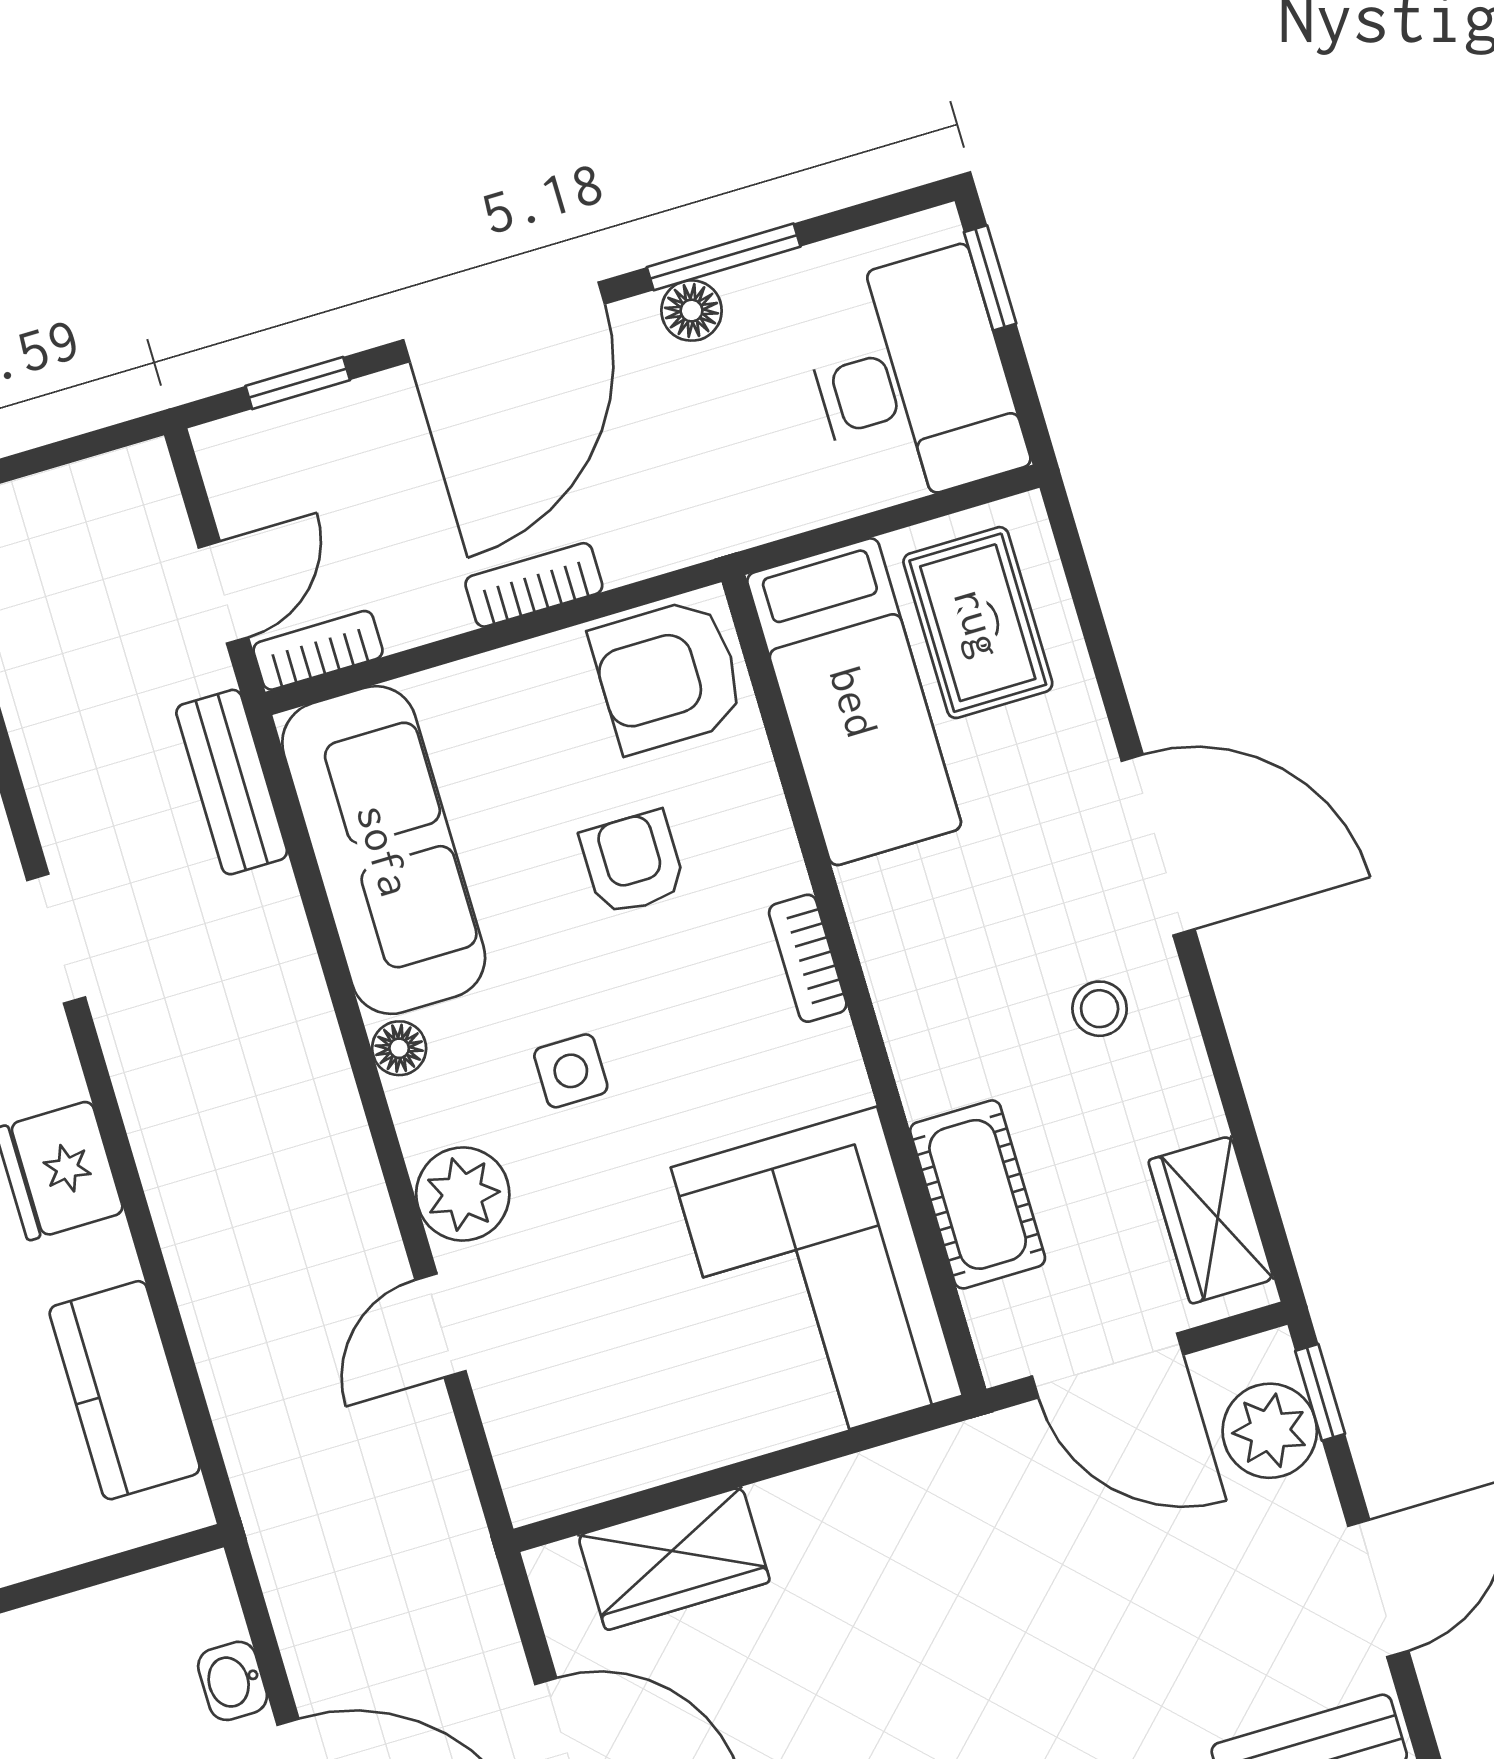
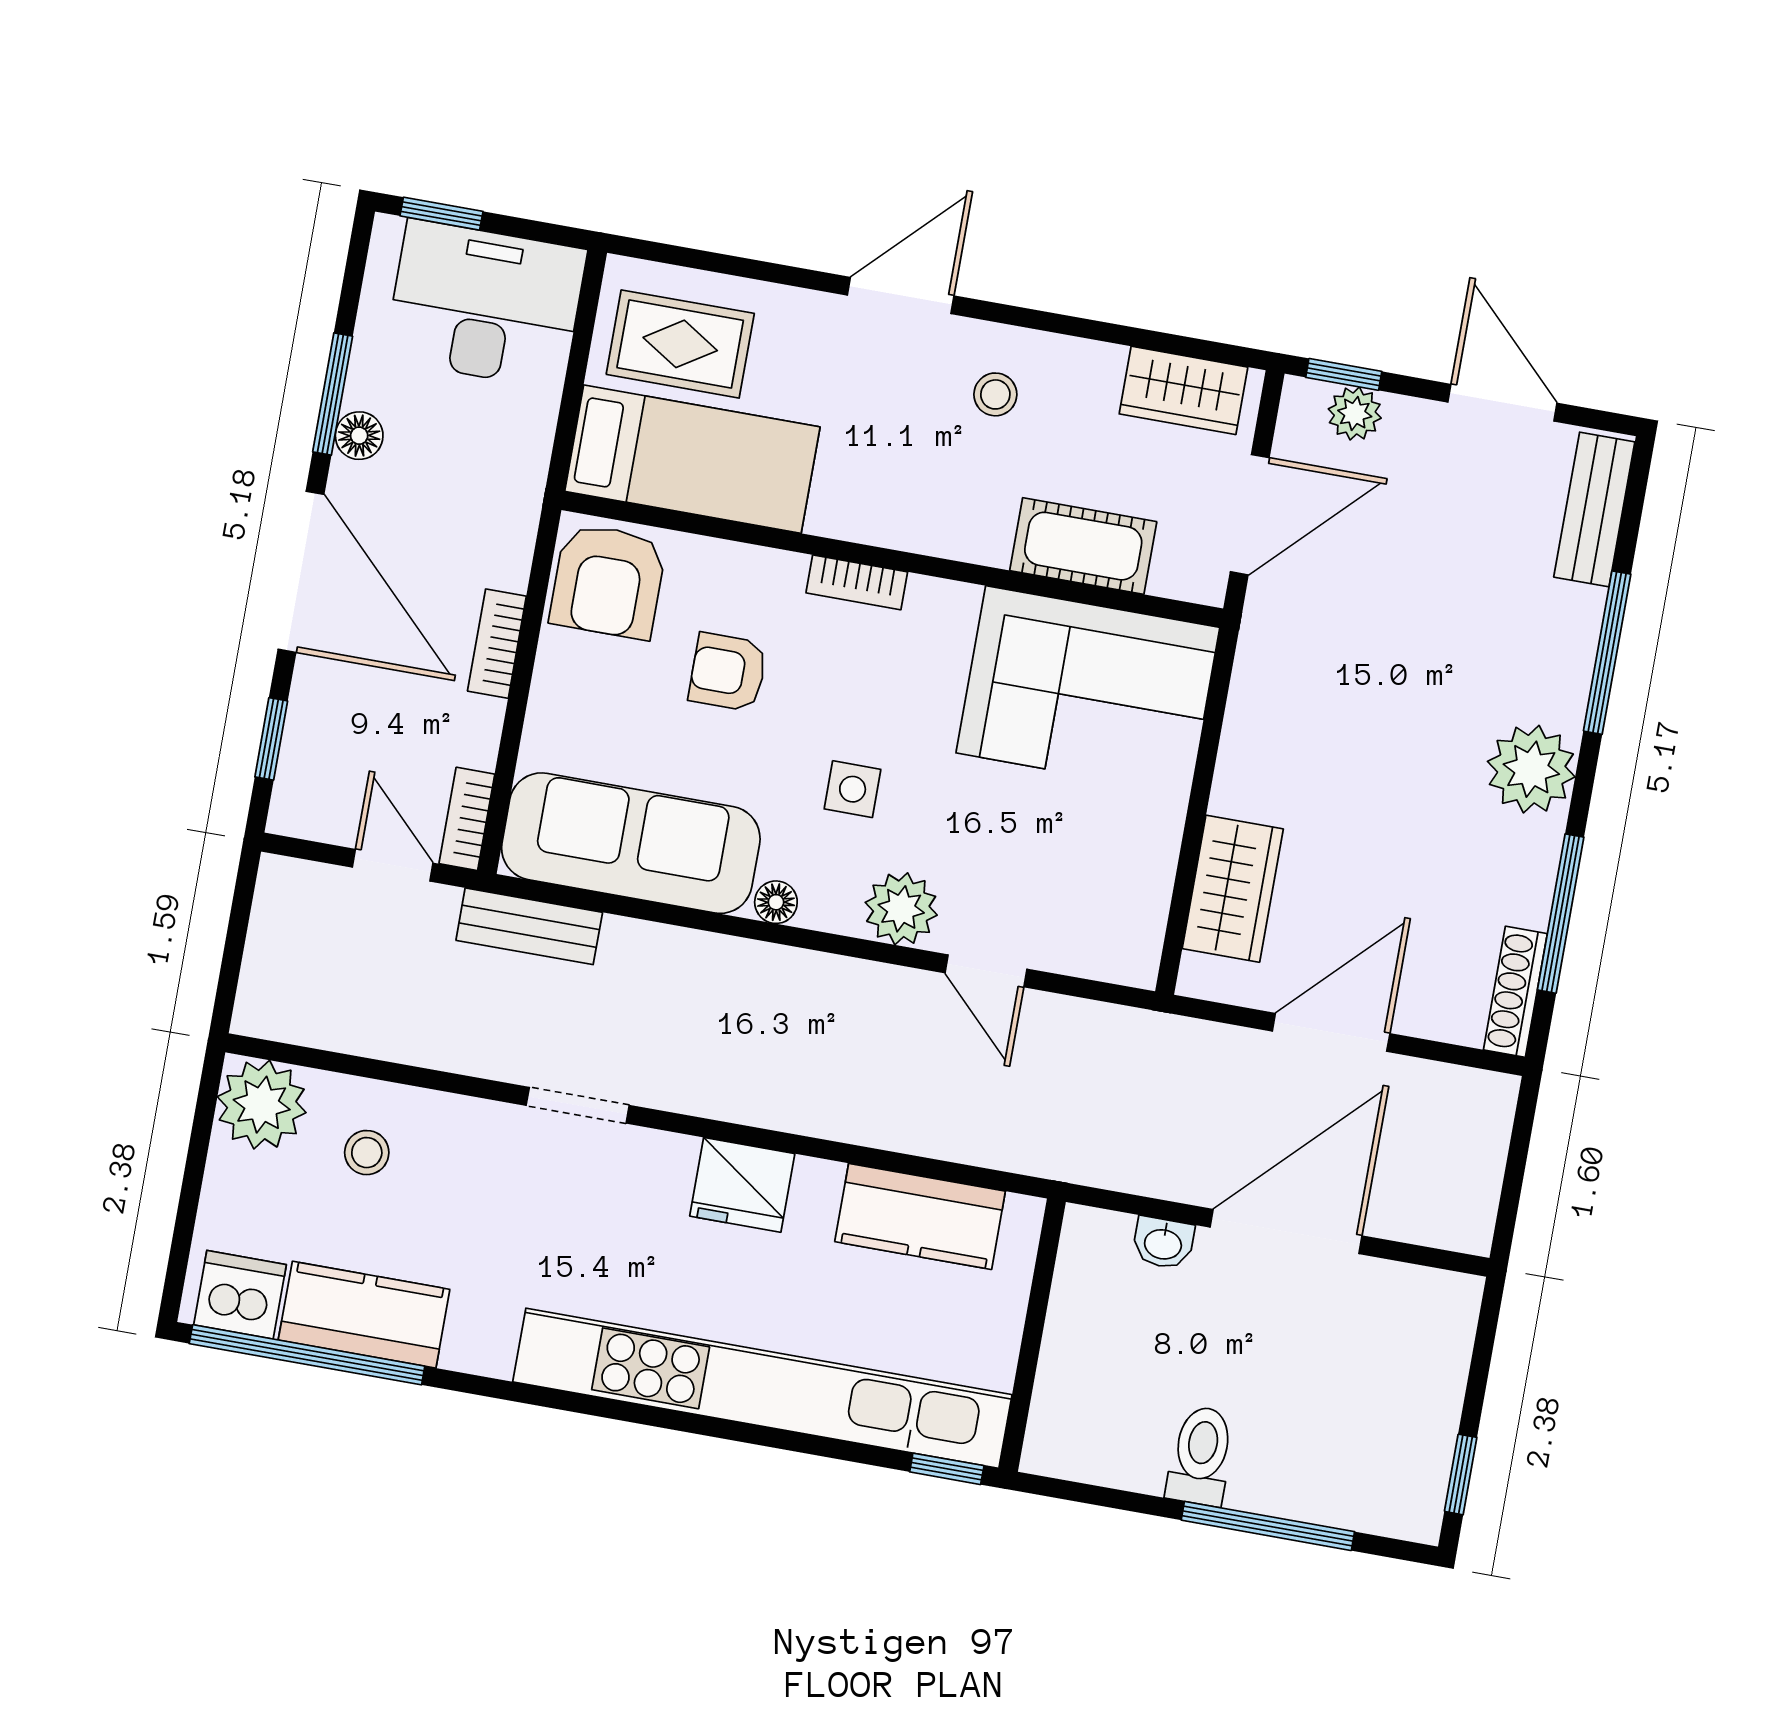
door: (1158, 845) -> (901, 295), width x0.73
plant: (1270, 1431) -> (1355, 414), width x0.73, depth x0.73

